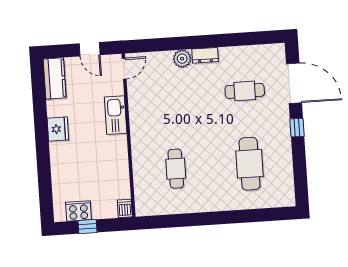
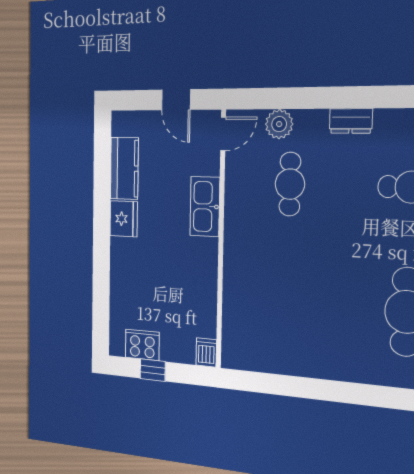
plant: (182, 59) -> (279, 124), moved
kitchen counter: (55, 78) -> (124, 168), moved
cafe table: (176, 169) -> (290, 184), moved

